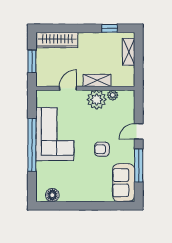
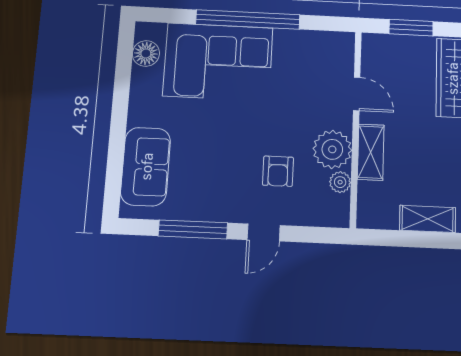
door: (139, 131) -> (264, 233), swing flipped
corner sofa: (55, 134) -> (218, 62), moved
armchair: (102, 149) -> (278, 171), moved, turned 180
sofa: (124, 183) -> (146, 166), moved, turned 90

